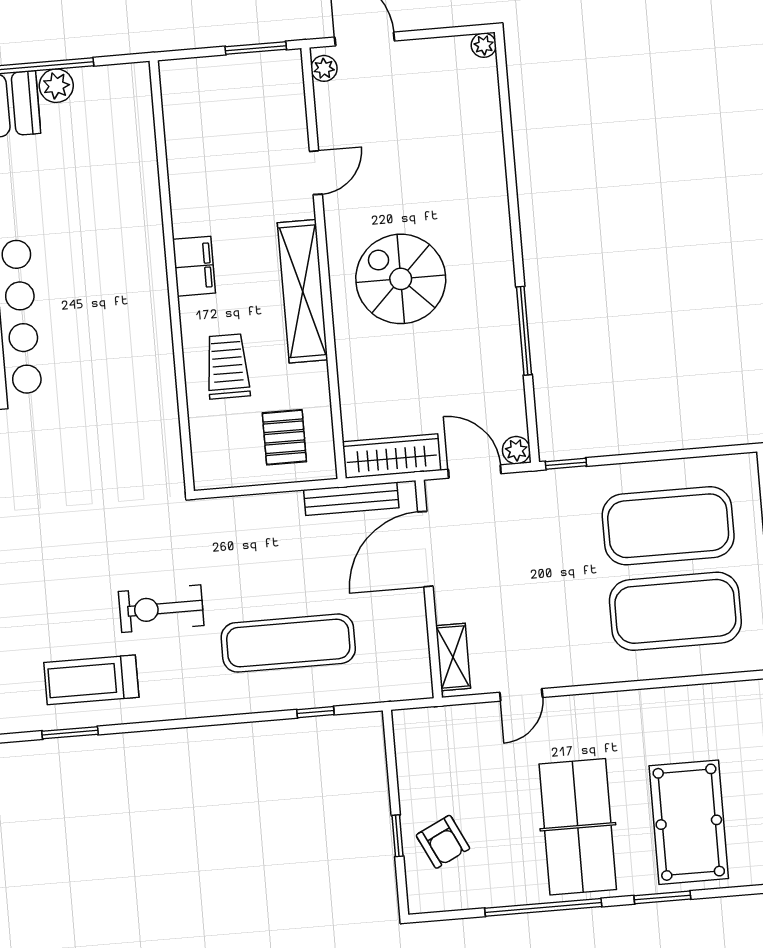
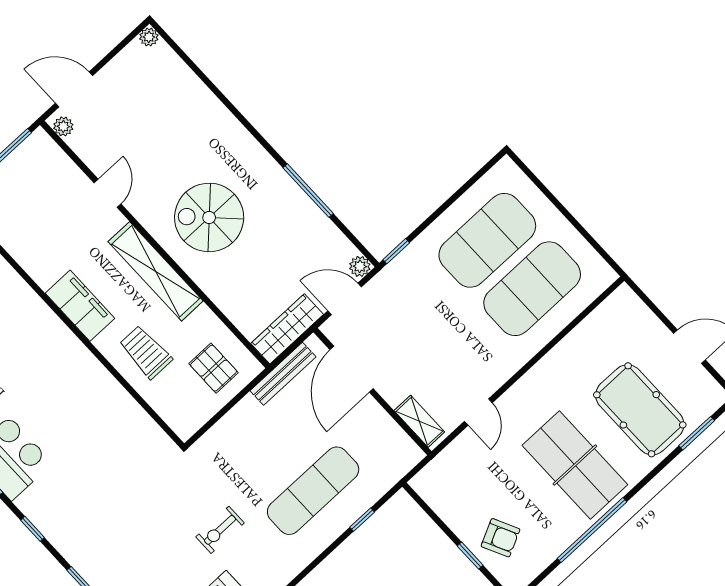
filing cabinet: (194, 266) -> (80, 306), width x1.50, depth x1.17
exercise bike: (161, 609) -> (220, 530), width x0.73, depth x0.72
window: (662, 897) -> (697, 433), moved

